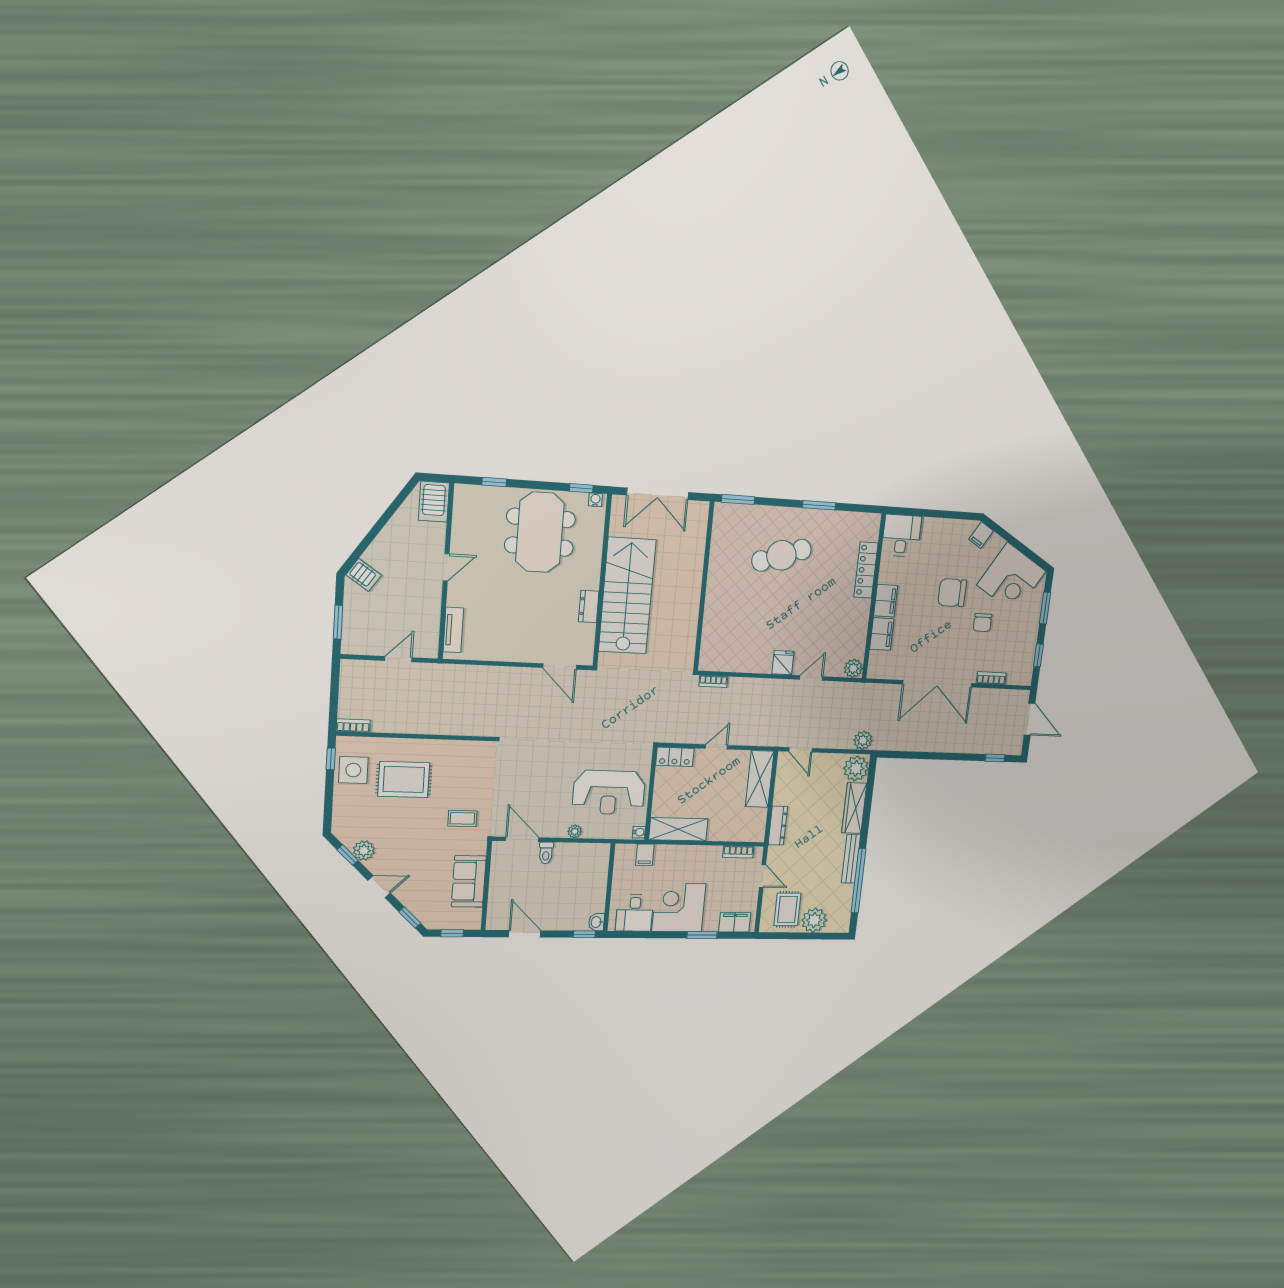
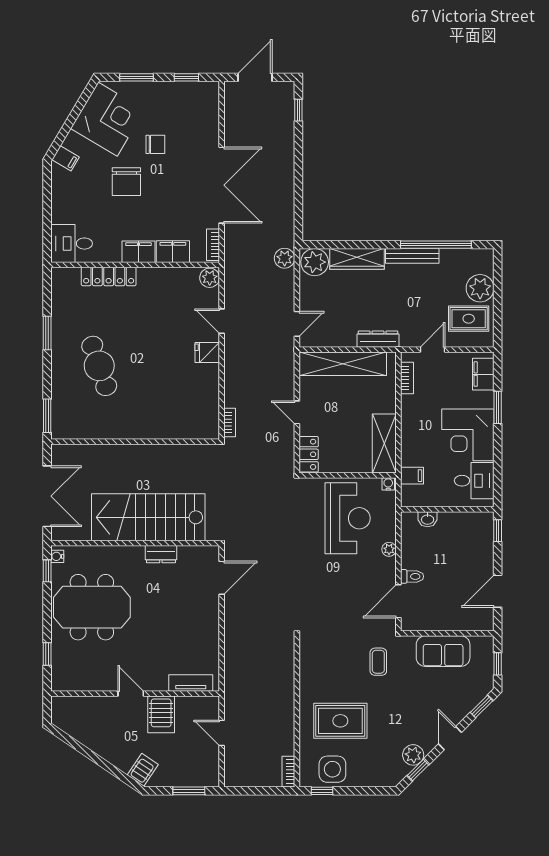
server rack: (434, 502) -> (161, 714), moved, turned 90
bookcase: (991, 678) -> (213, 245), moved
rug: (404, 779) -> (340, 721), turned 90
shelving: (760, 779) -> (343, 364), width x1.47
washbasin: (596, 922) -> (428, 519), moved

